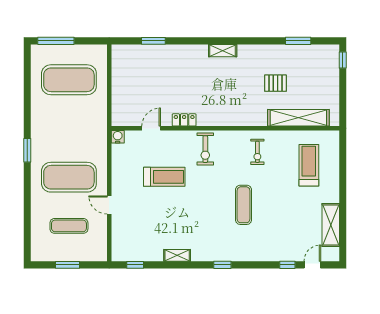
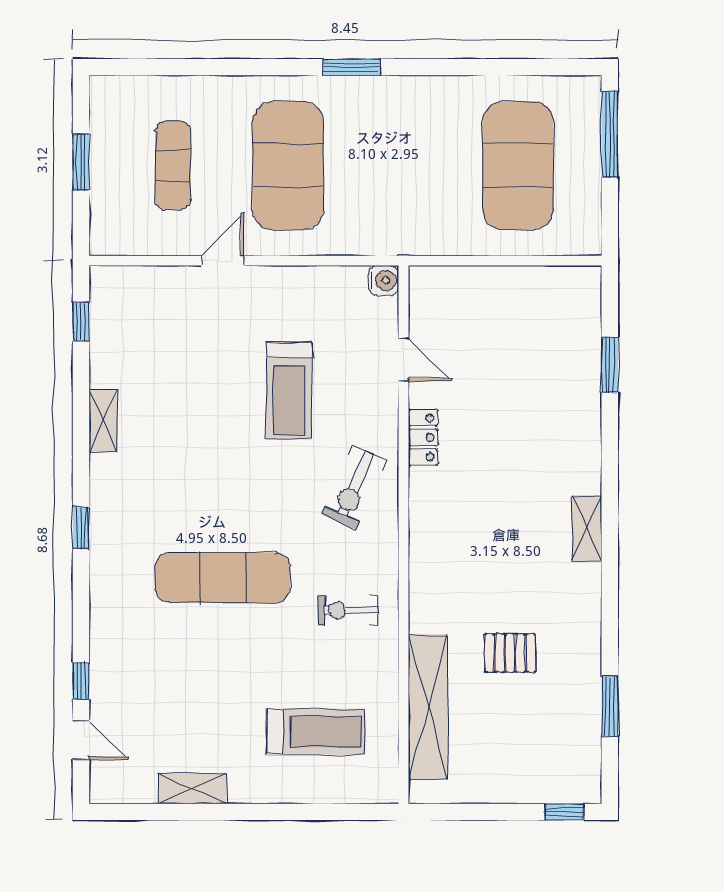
pallet: (275, 83) -> (510, 653), turned 90
exercise bike: (205, 149) -> (354, 487), turned -66
exercise mat: (244, 205) -> (223, 578), width x1.36, depth x1.45
shelving: (331, 225) -> (192, 789), width x0.67, depth x0.75

